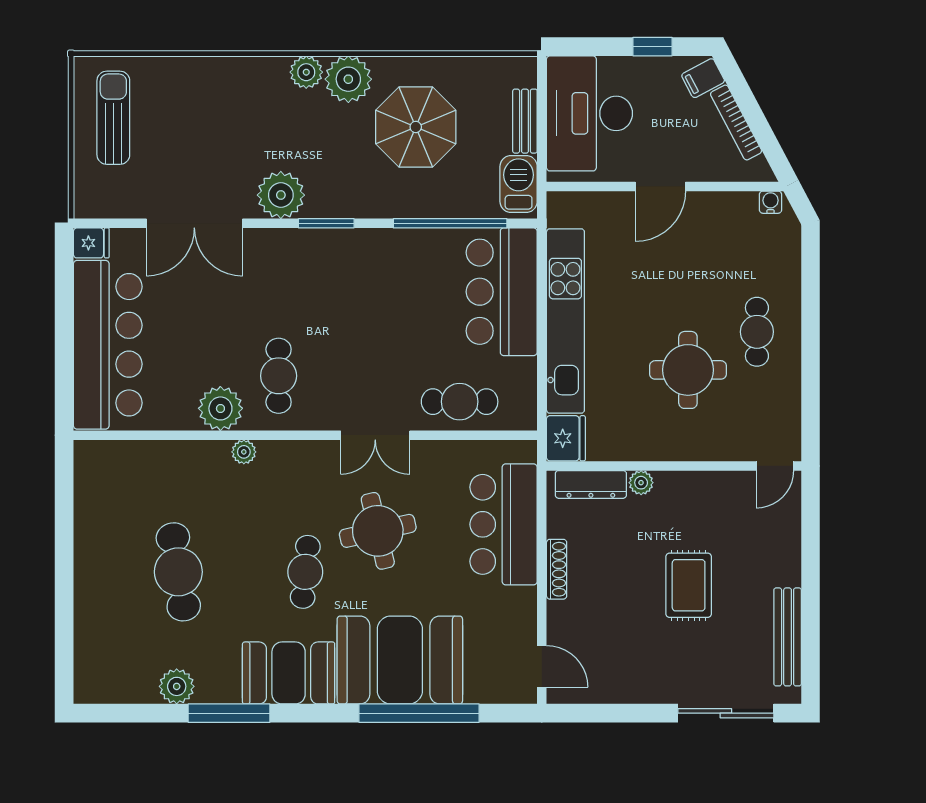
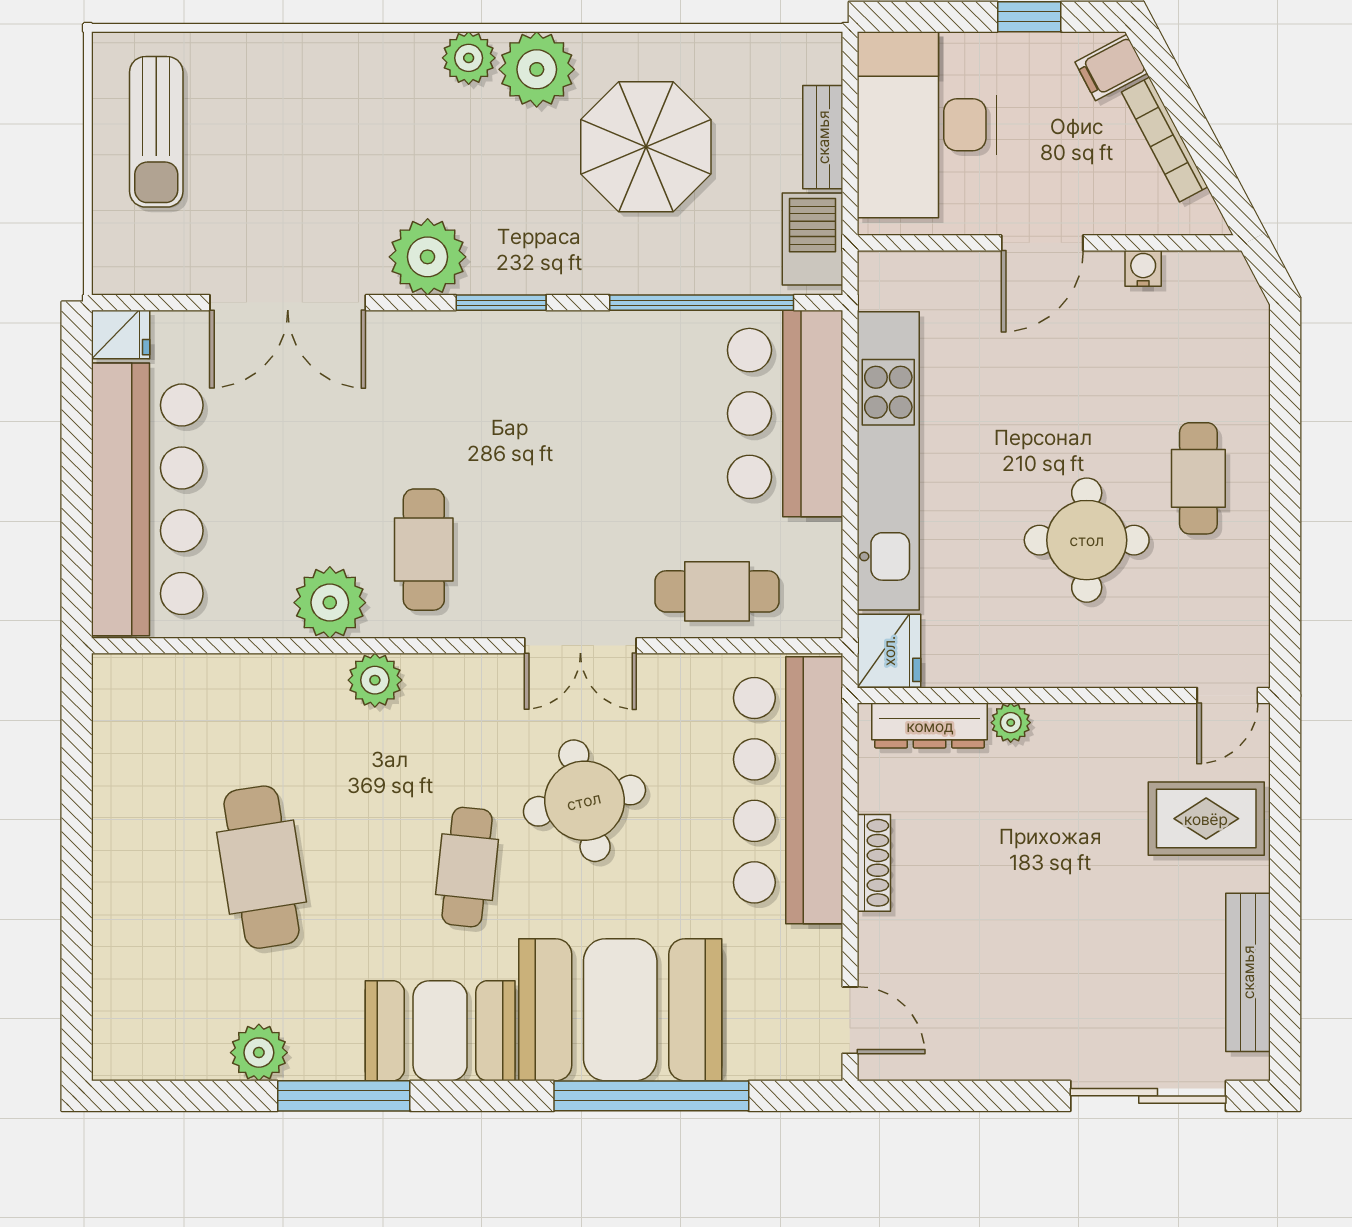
sun lounger: (113, 118) -> (156, 132), turned 180
water cooler: (771, 202) -> (1143, 268), moved
plant: (244, 452) -> (375, 680), width x1.38, depth x1.38
bar counter: (504, 524) -> (788, 790), width x1.36
rug: (689, 585) -> (1206, 819), moved, turned 90

